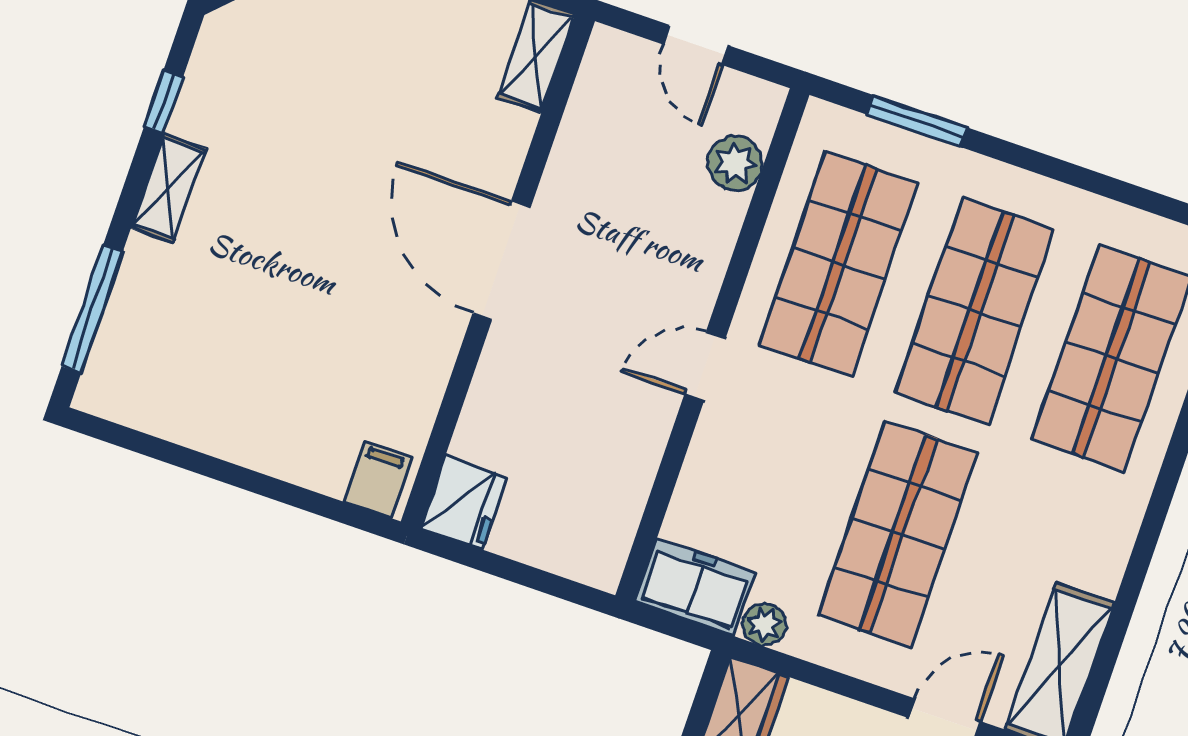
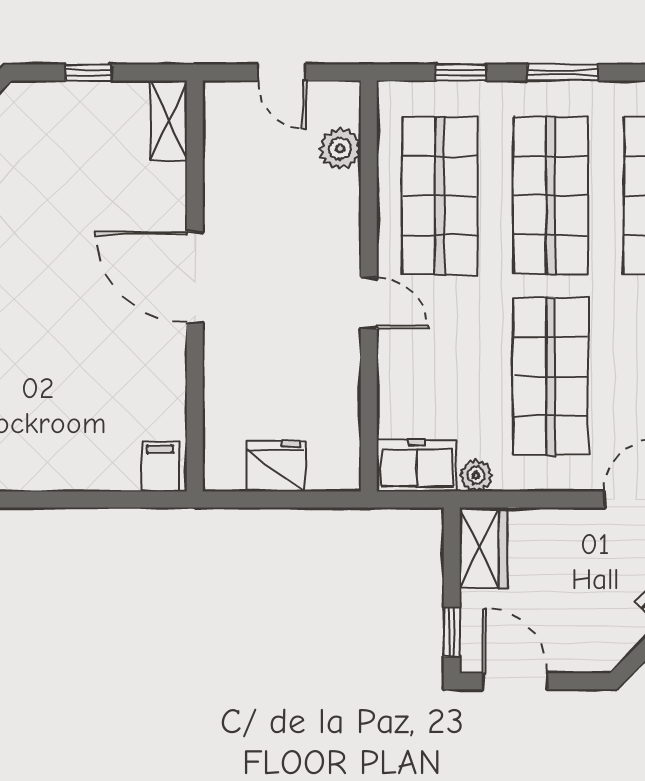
window: (917, 121) -> (461, 73), width x0.67
window: (1043, 164) -> (563, 73), added
door: (705, 366) -> (369, 303), swing flipped
fridge: (464, 503) -> (276, 466), moved, turned -90

